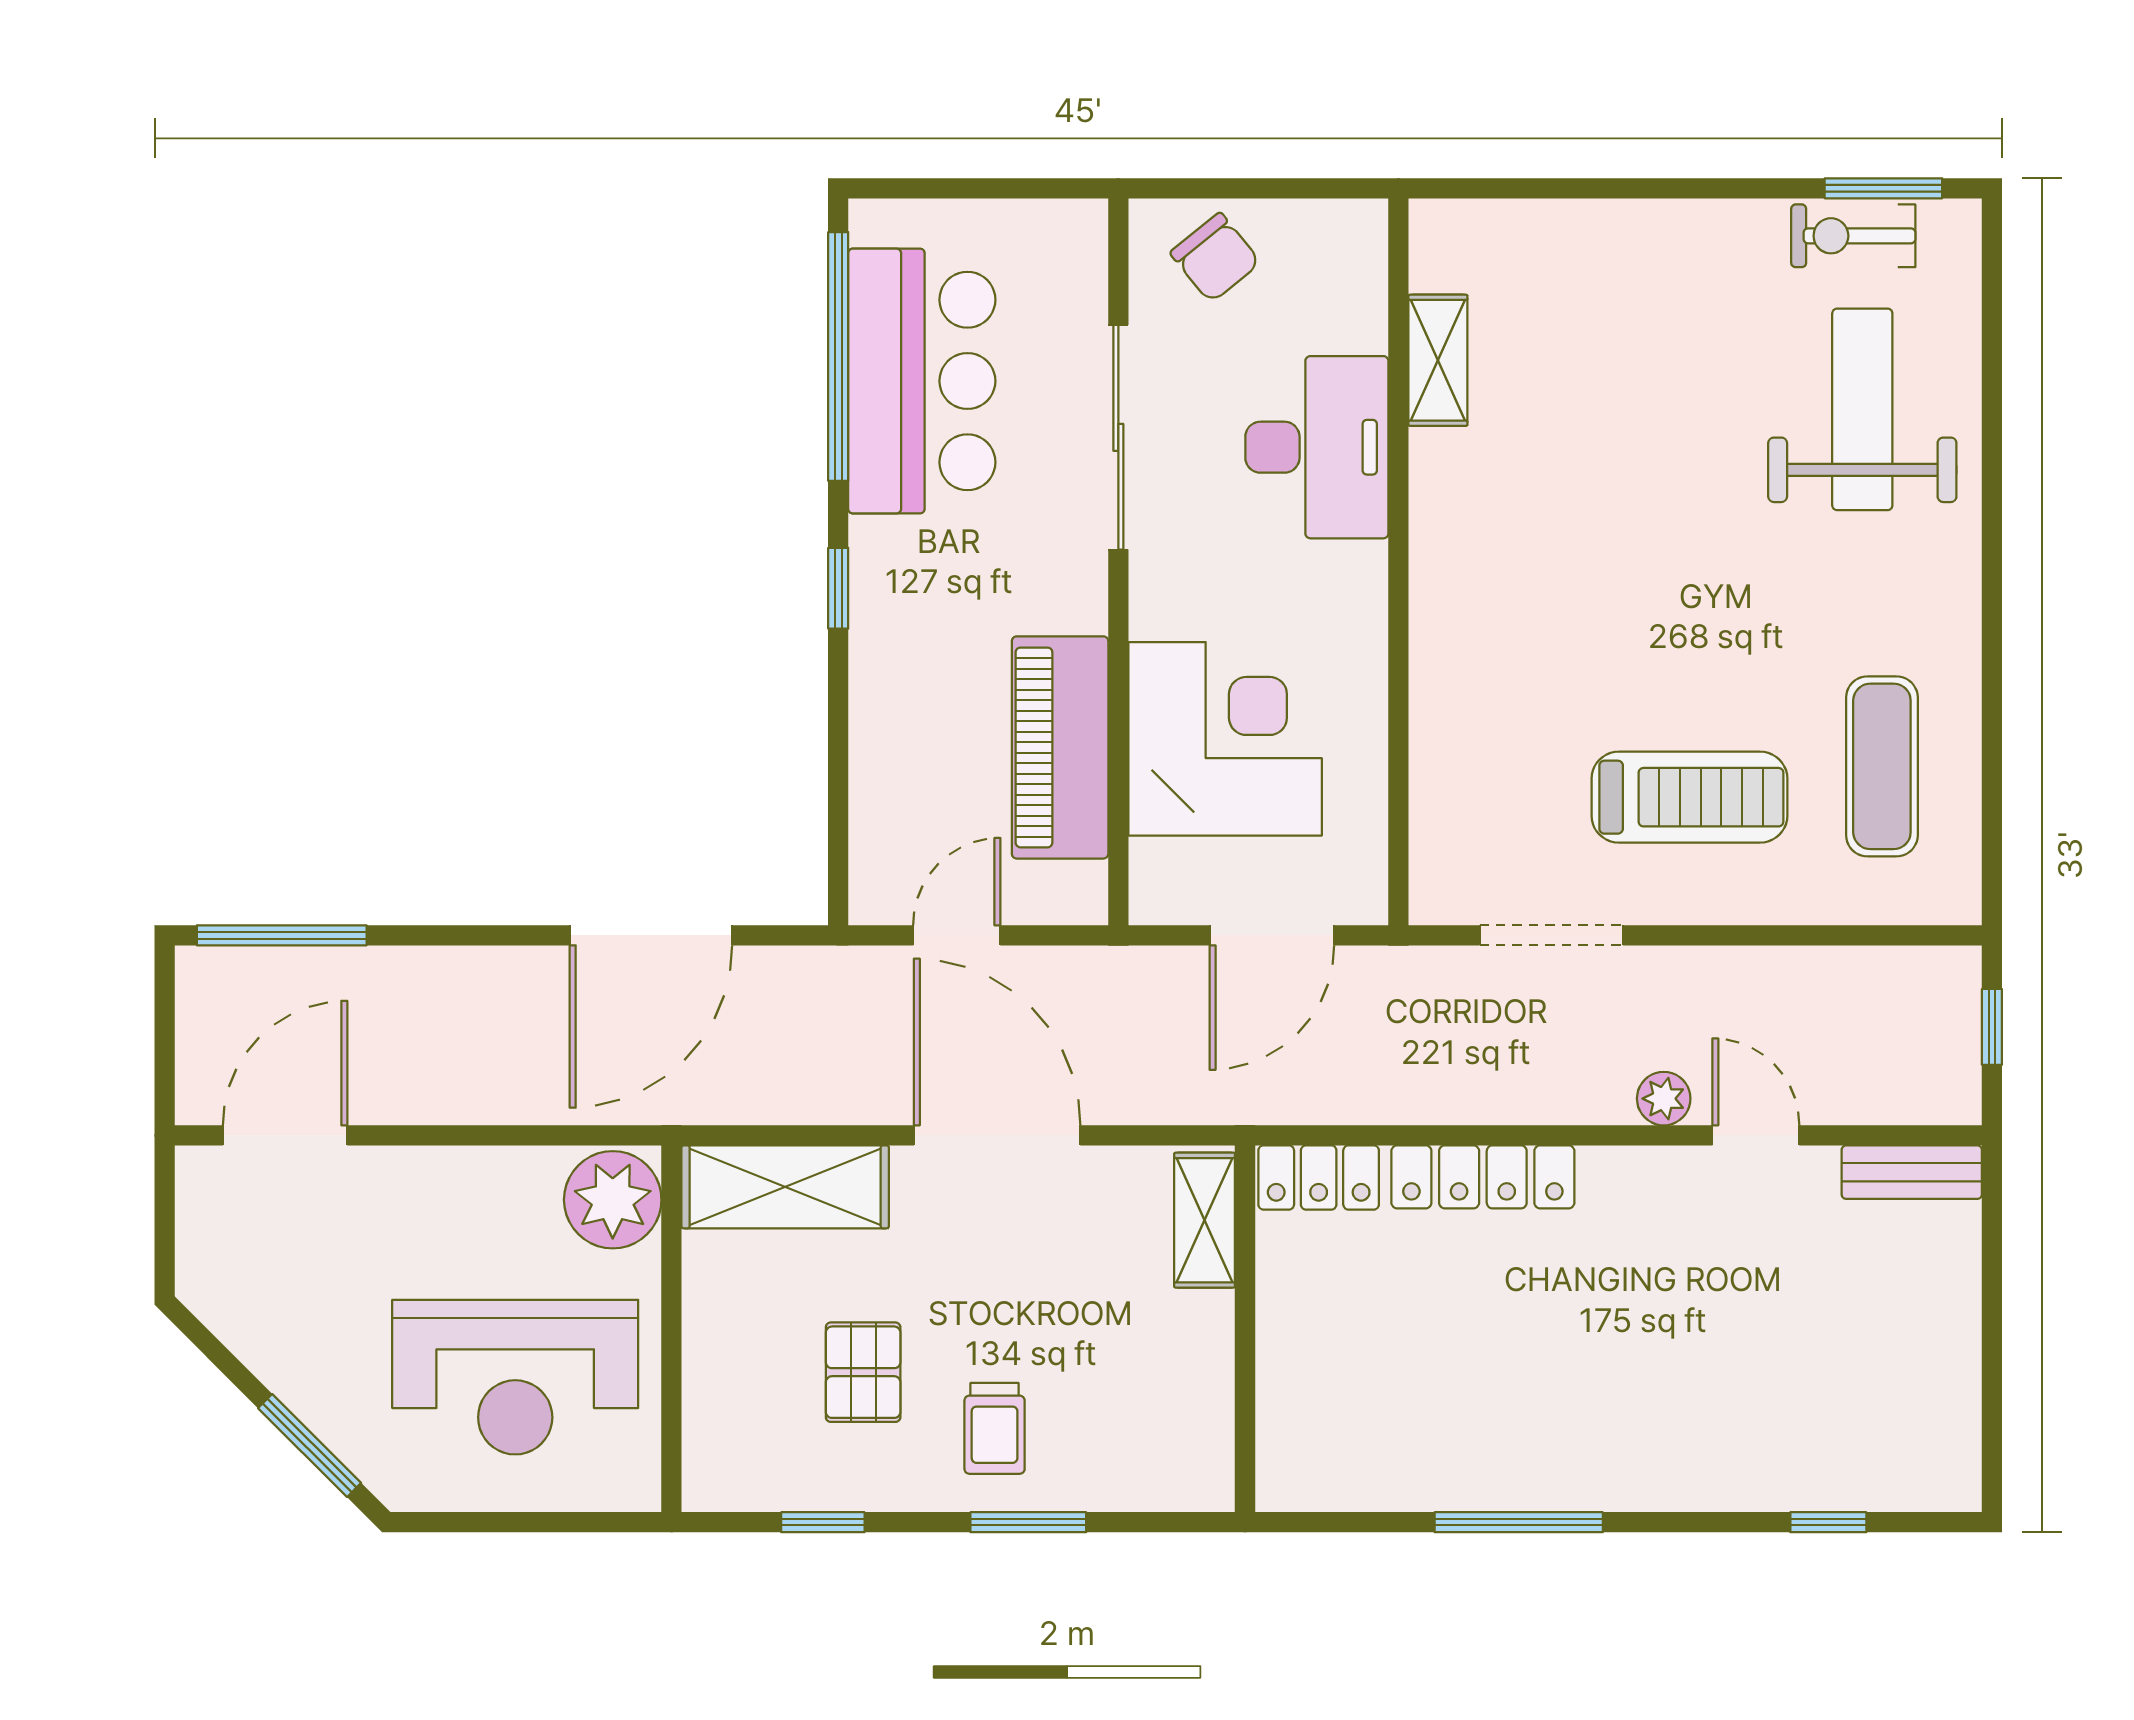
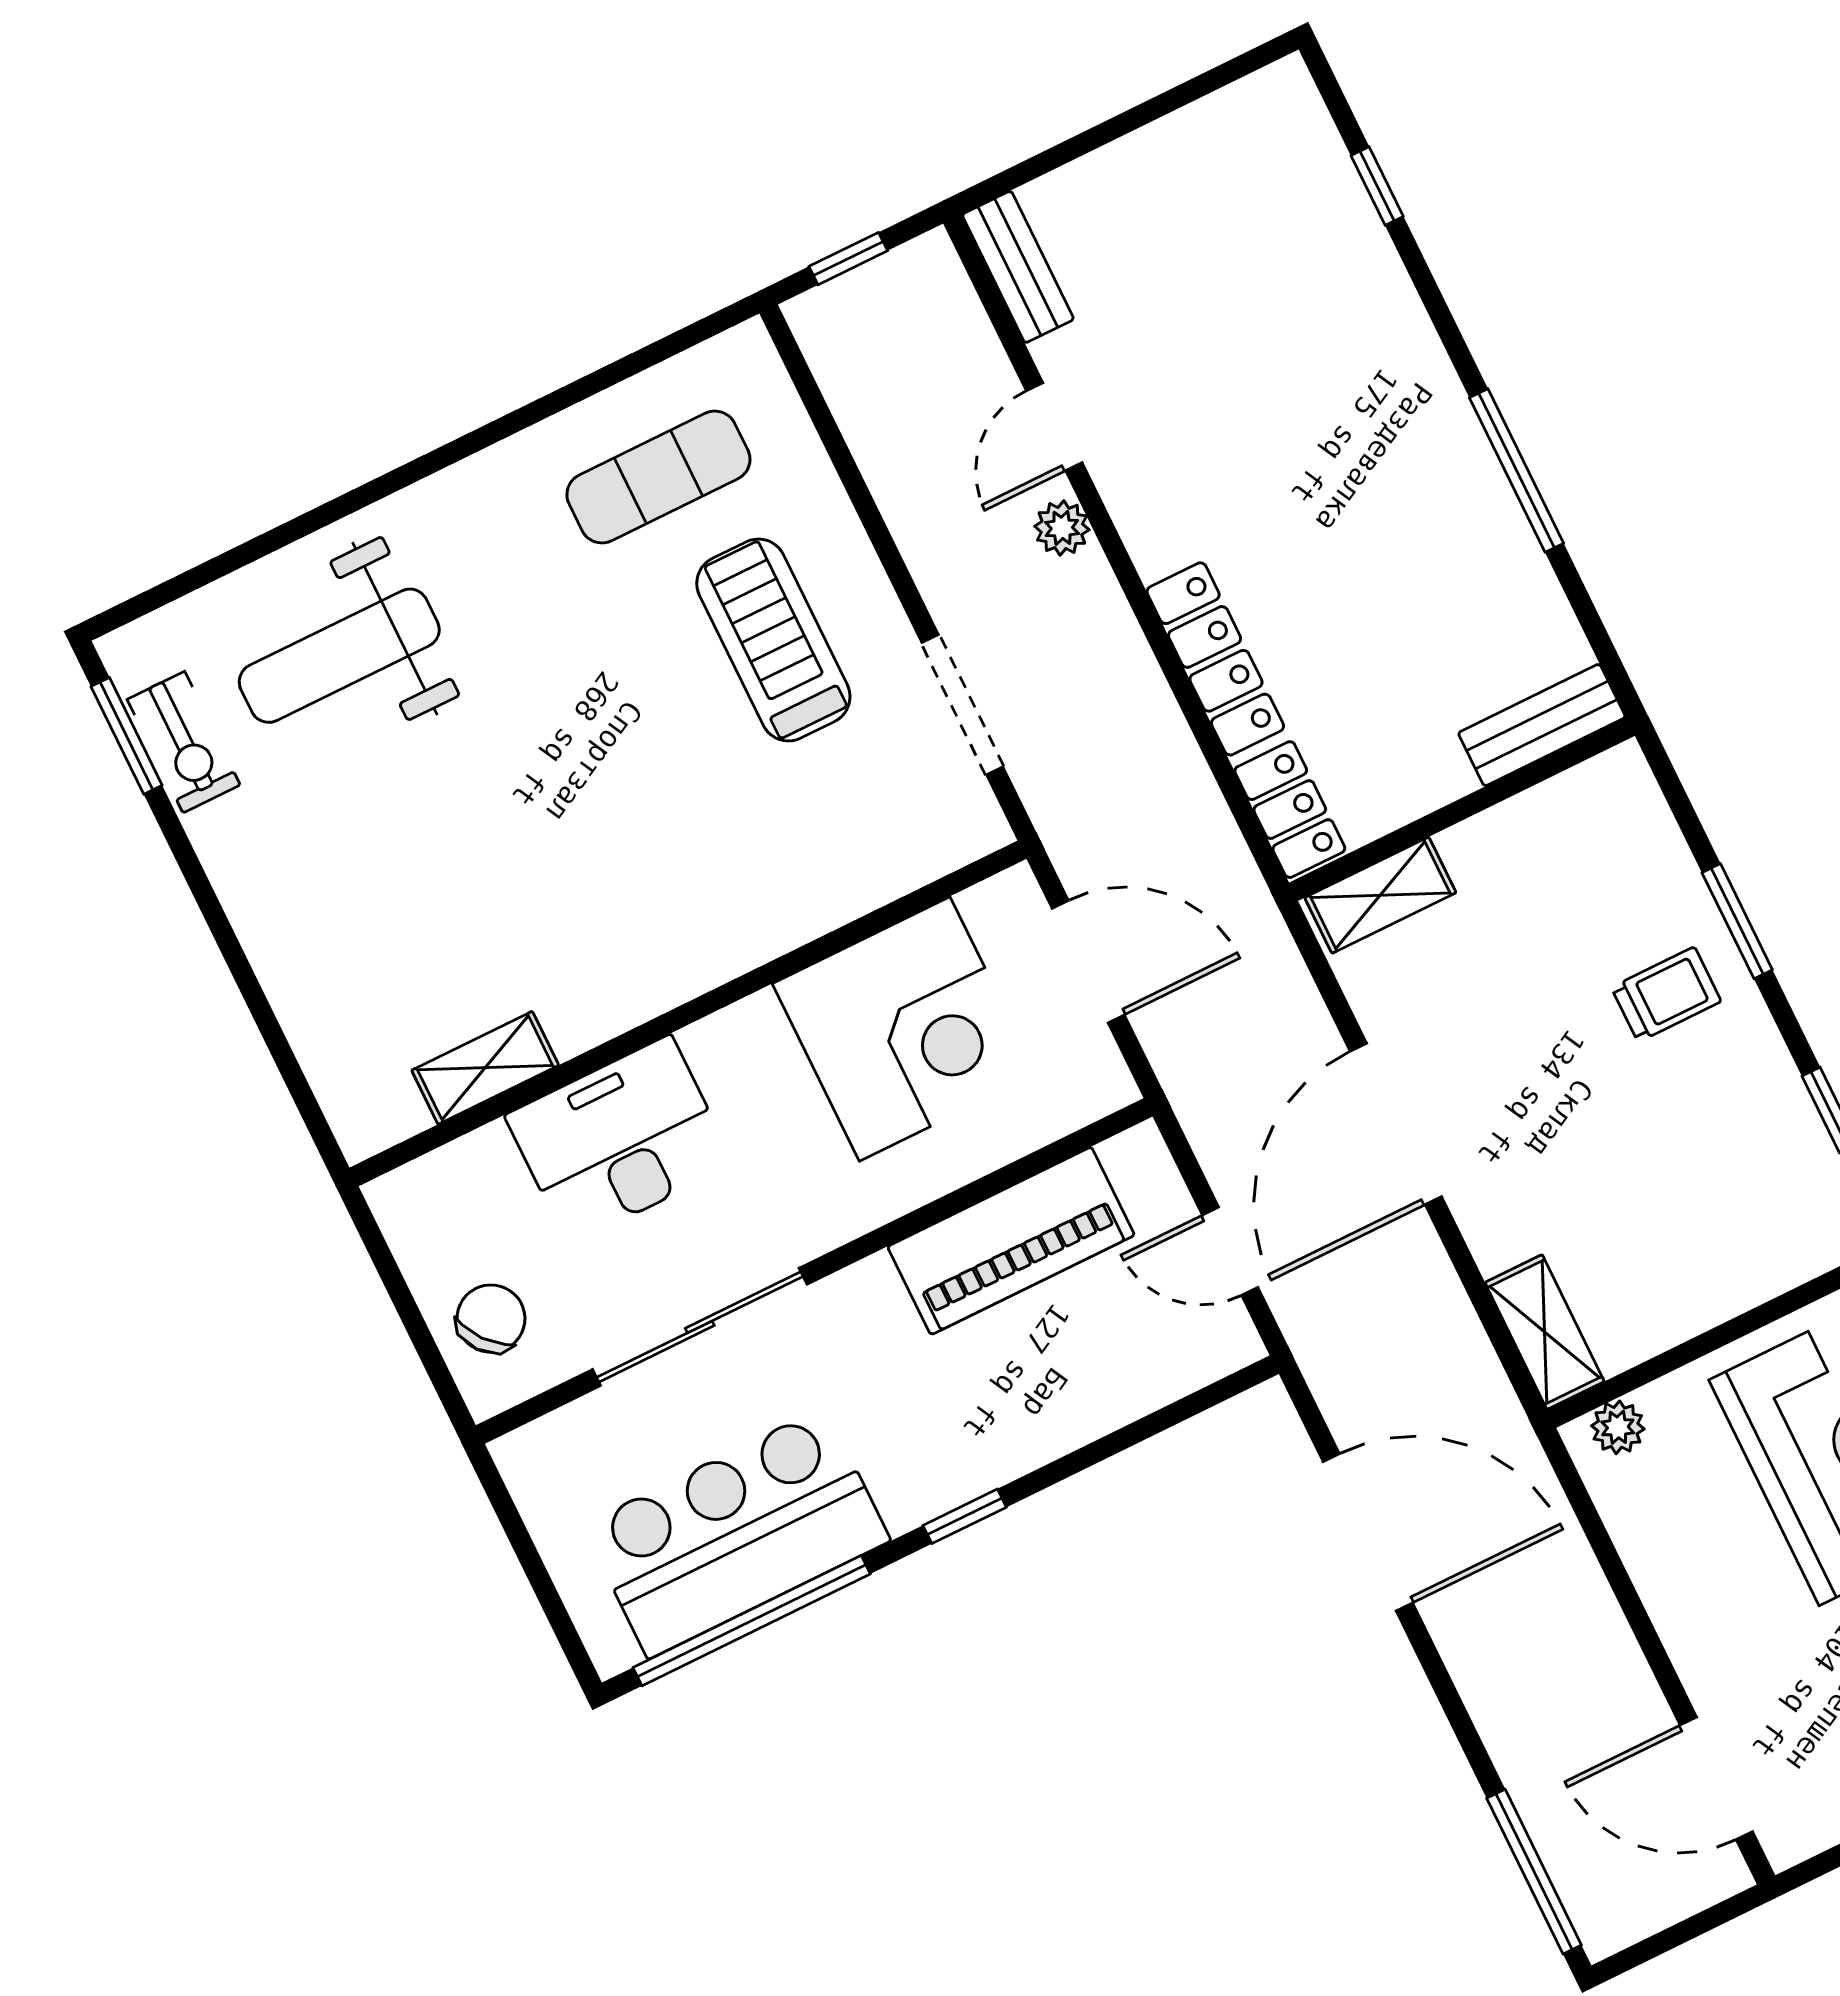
corner desk: (1225, 739) -> (905, 1029), moved, turned 180
shelving: (785, 1187) -> (1545, 1332), width x0.67, depth x0.75
plant: (613, 1200) -> (1618, 1427), width x0.53, depth x0.53
pallet: (863, 1372) -> (1674, 1141), removed
bench: (1284, 1435) -> (1542, 725), added

